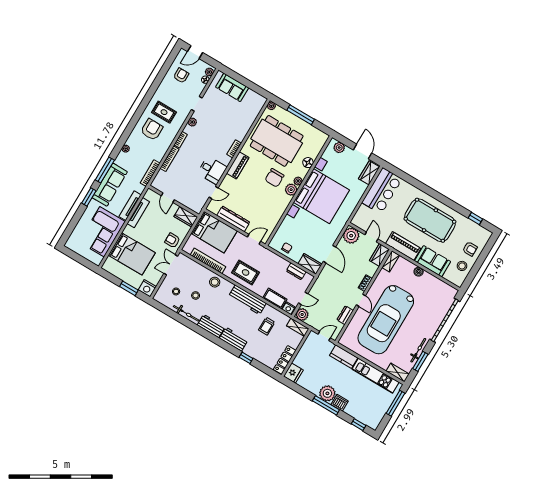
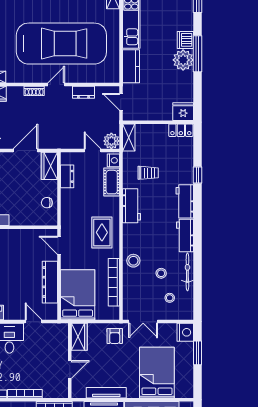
workbench: (247, 300) -> (131, 206), width x0.73
locker: (285, 360) -> (181, 130), width x0.66

